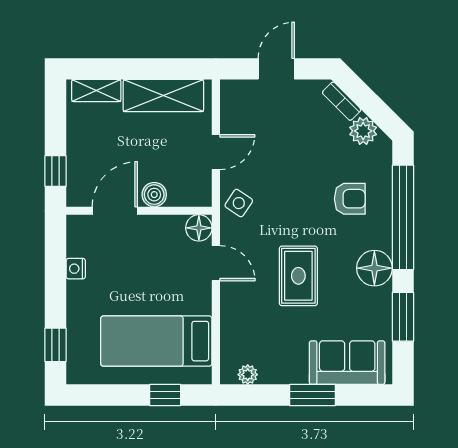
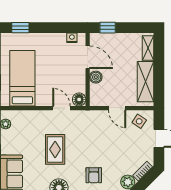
side table: (239, 203) -> (139, 121), moved
door: (216, 263) -> (61, 108), swing flipped
nightstand: (76, 269) -> (72, 38), moved
rug: (298, 276) -> (55, 149), turned 90

